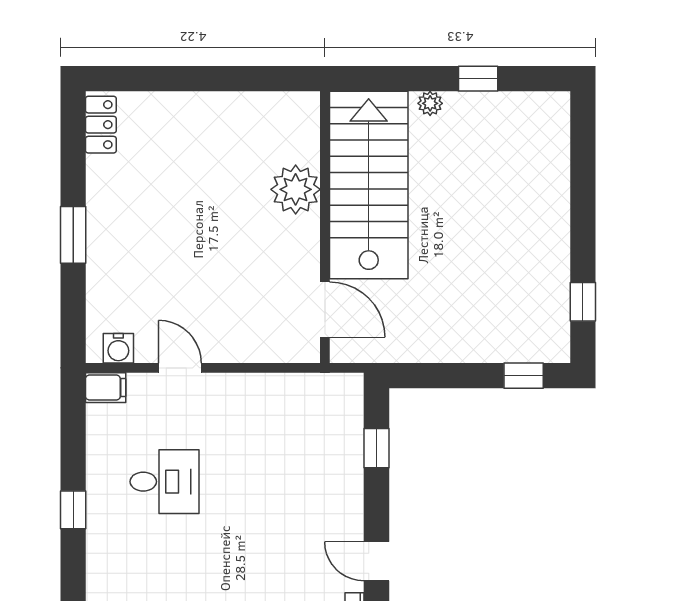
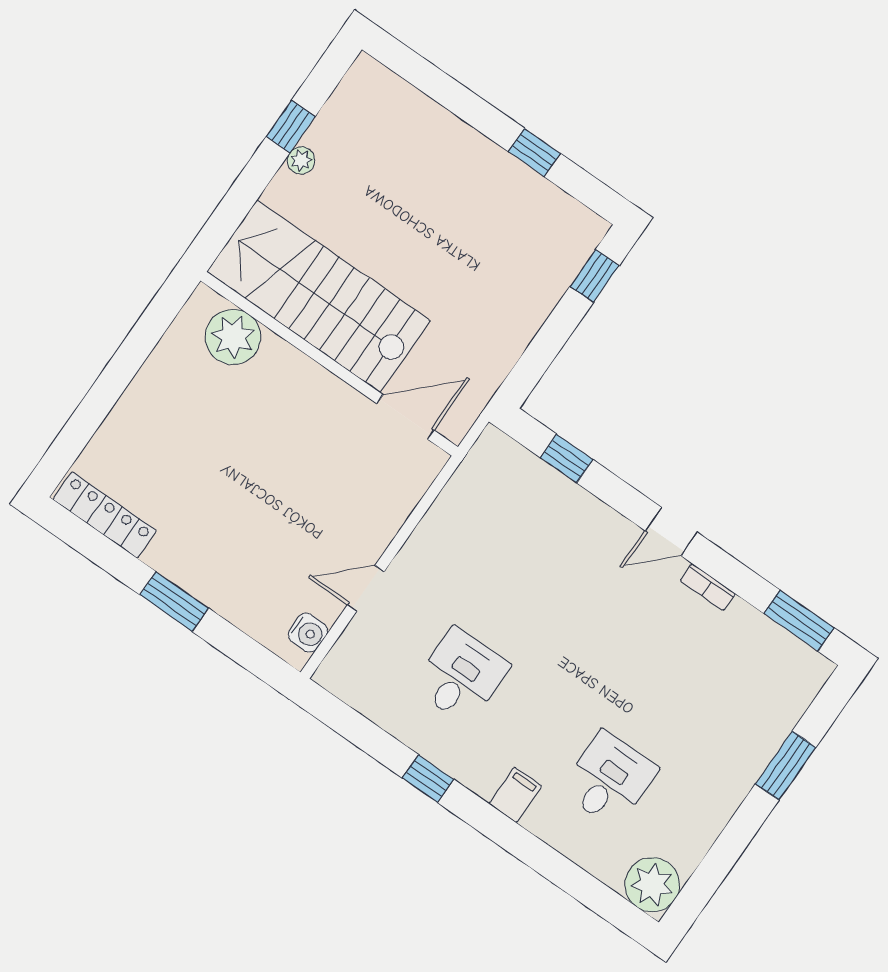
plant: (430, 103) -> (301, 160), moved
locker: (101, 125) -> (105, 515), width x1.53
plant: (296, 189) -> (233, 337), moved
window: (583, 302) -> (534, 152), moved
filing cabinet: (106, 388) -> (515, 795), moved

